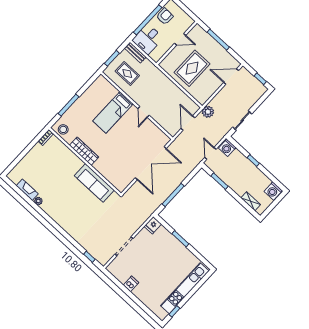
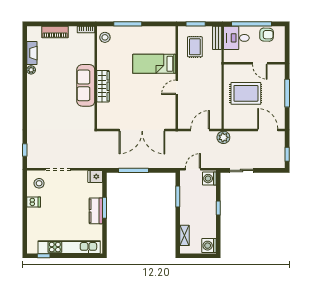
wardrobe: (84, 151) -> (103, 86), moved
piano: (27, 160) -> (55, 32), added
sofa: (94, 183) -> (86, 85), moved
kitchen counter: (177, 247) -> (96, 211), added
stool: (122, 268) -> (39, 183), added

